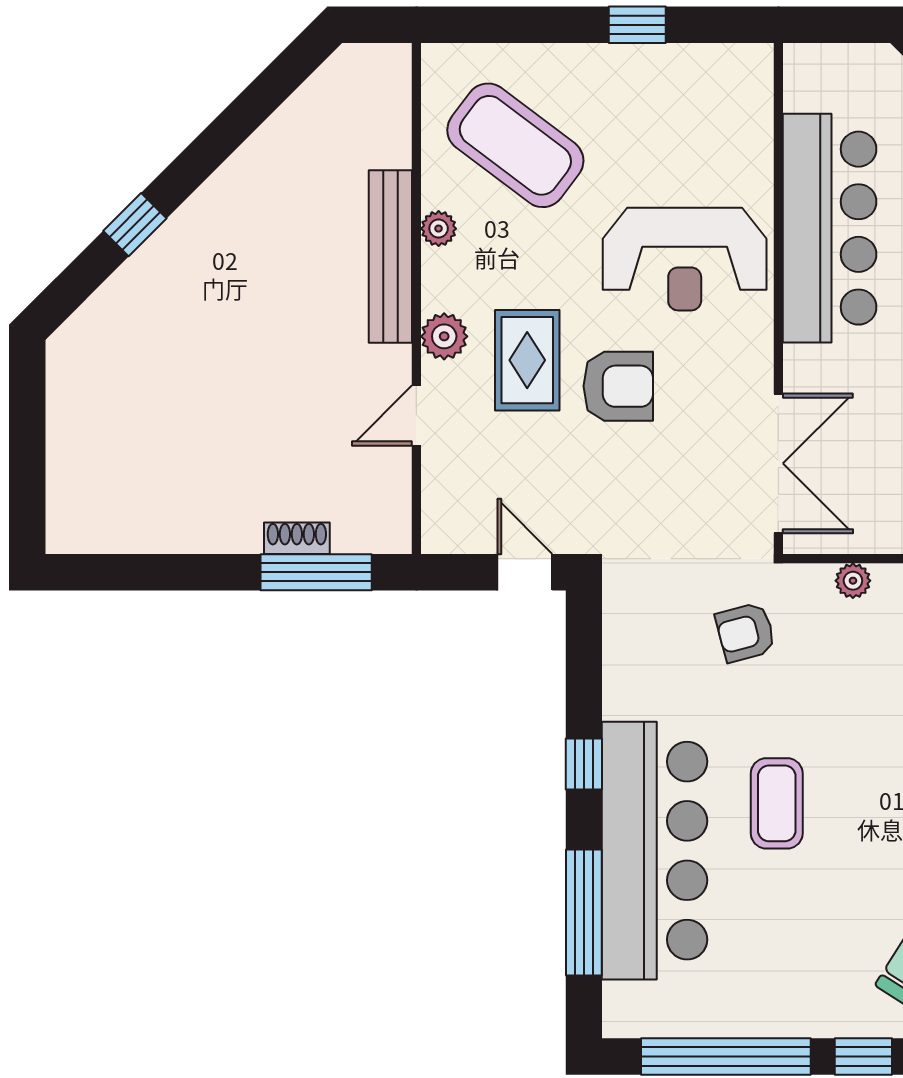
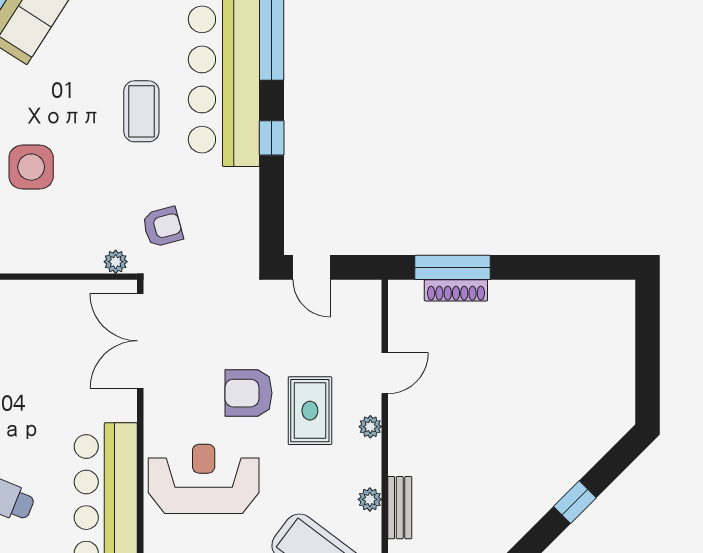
bench: (390, 256) -> (400, 508), width x0.54, depth x0.82
plant: (444, 336) -> (370, 427), width x0.73, depth x0.73
shoe rack: (297, 538) -> (456, 290), width x1.43
plant: (853, 581) -> (116, 262), moved

